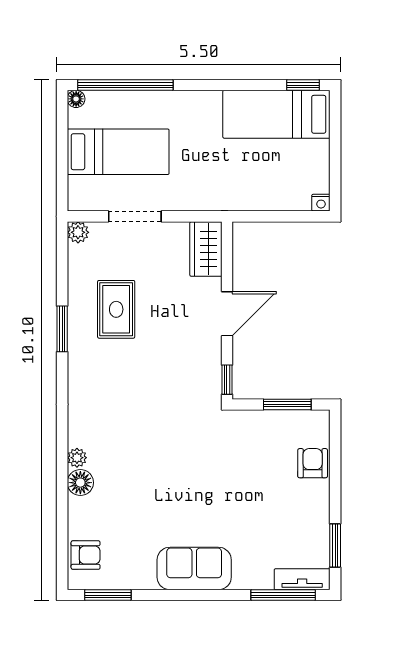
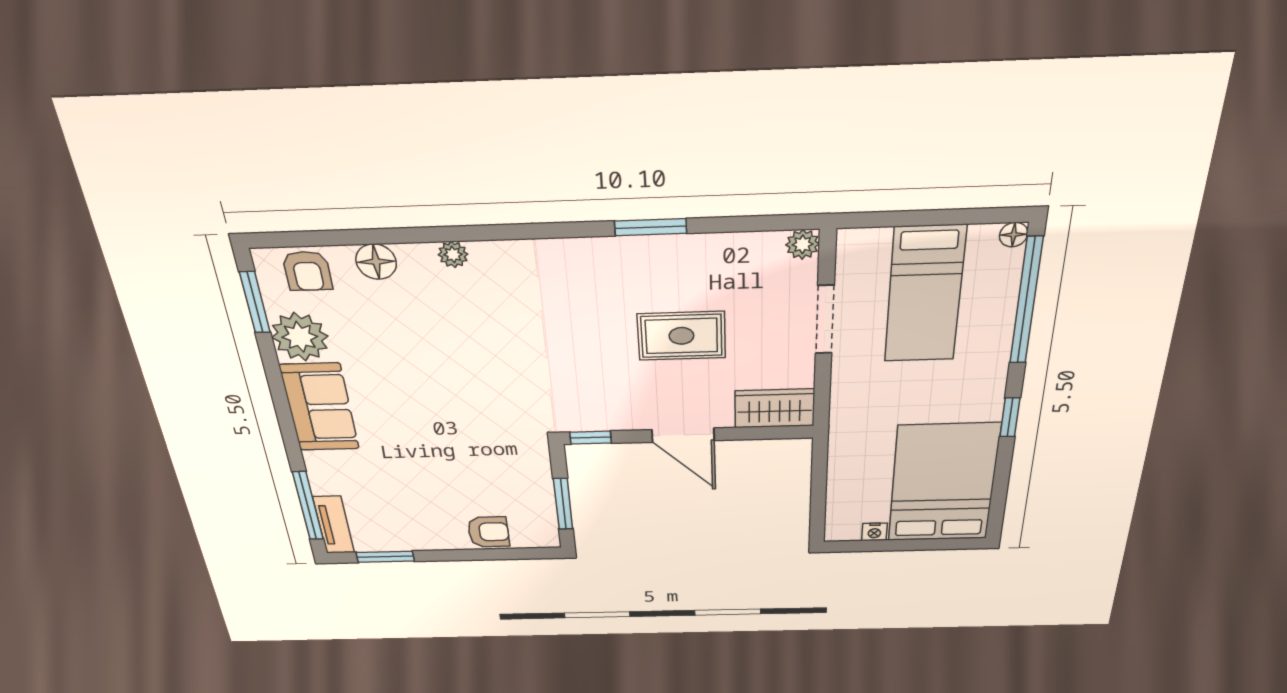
window: (303, 85) -> (1010, 417), moved
bed: (276, 114) -> (943, 483), width x1.50
nightstand: (321, 203) -> (874, 532), moved, turned -90
rug: (116, 309) -> (681, 336), moved
floor lamp: (80, 483) -> (376, 262), moved
plant: (136, 570) -> (300, 337), added

